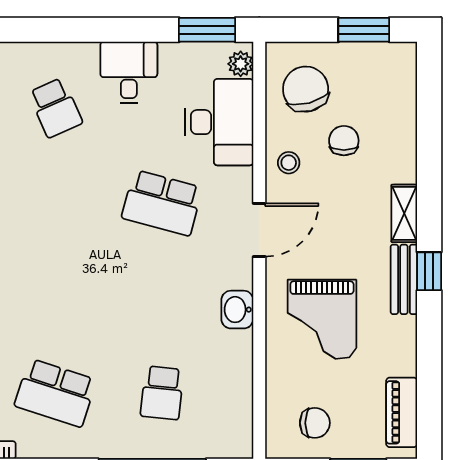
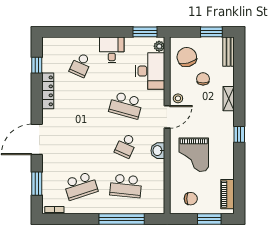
school desk: (55, 108) -> (81, 65), turned 48
stool: (289, 163) -> (178, 98), moved
shelving: (404, 213) -> (229, 99), moved
bench: (404, 279) -> (229, 52), moved
school desk: (162, 298) -> (126, 146), added
school desk: (55, 393) -> (81, 186), turned -36
school desk: (162, 393) -> (126, 186), width x1.85

